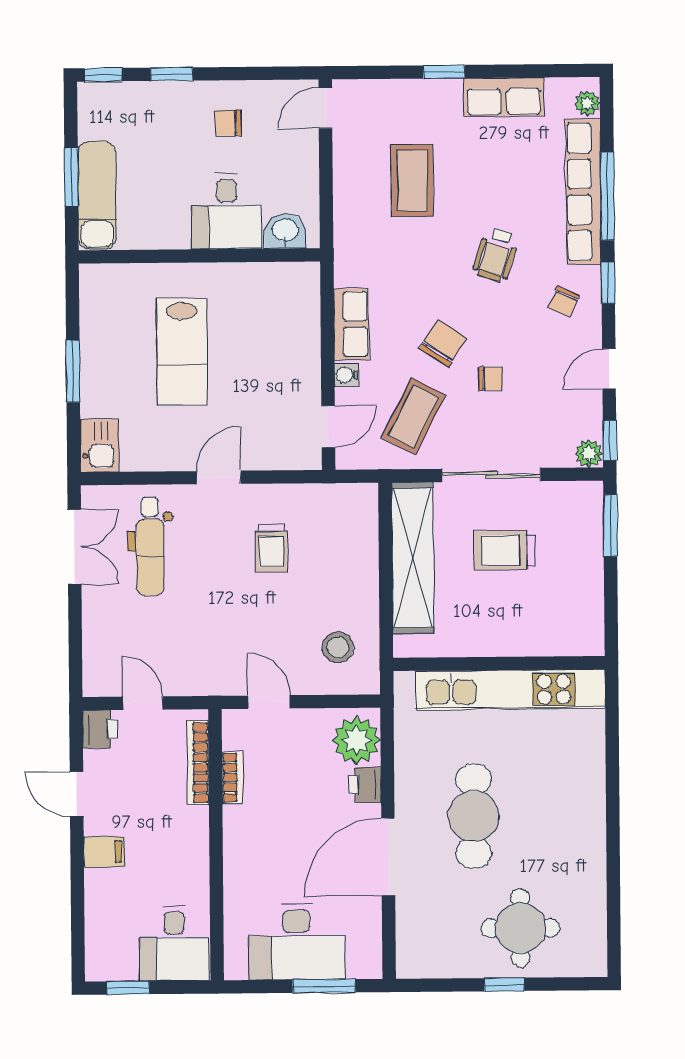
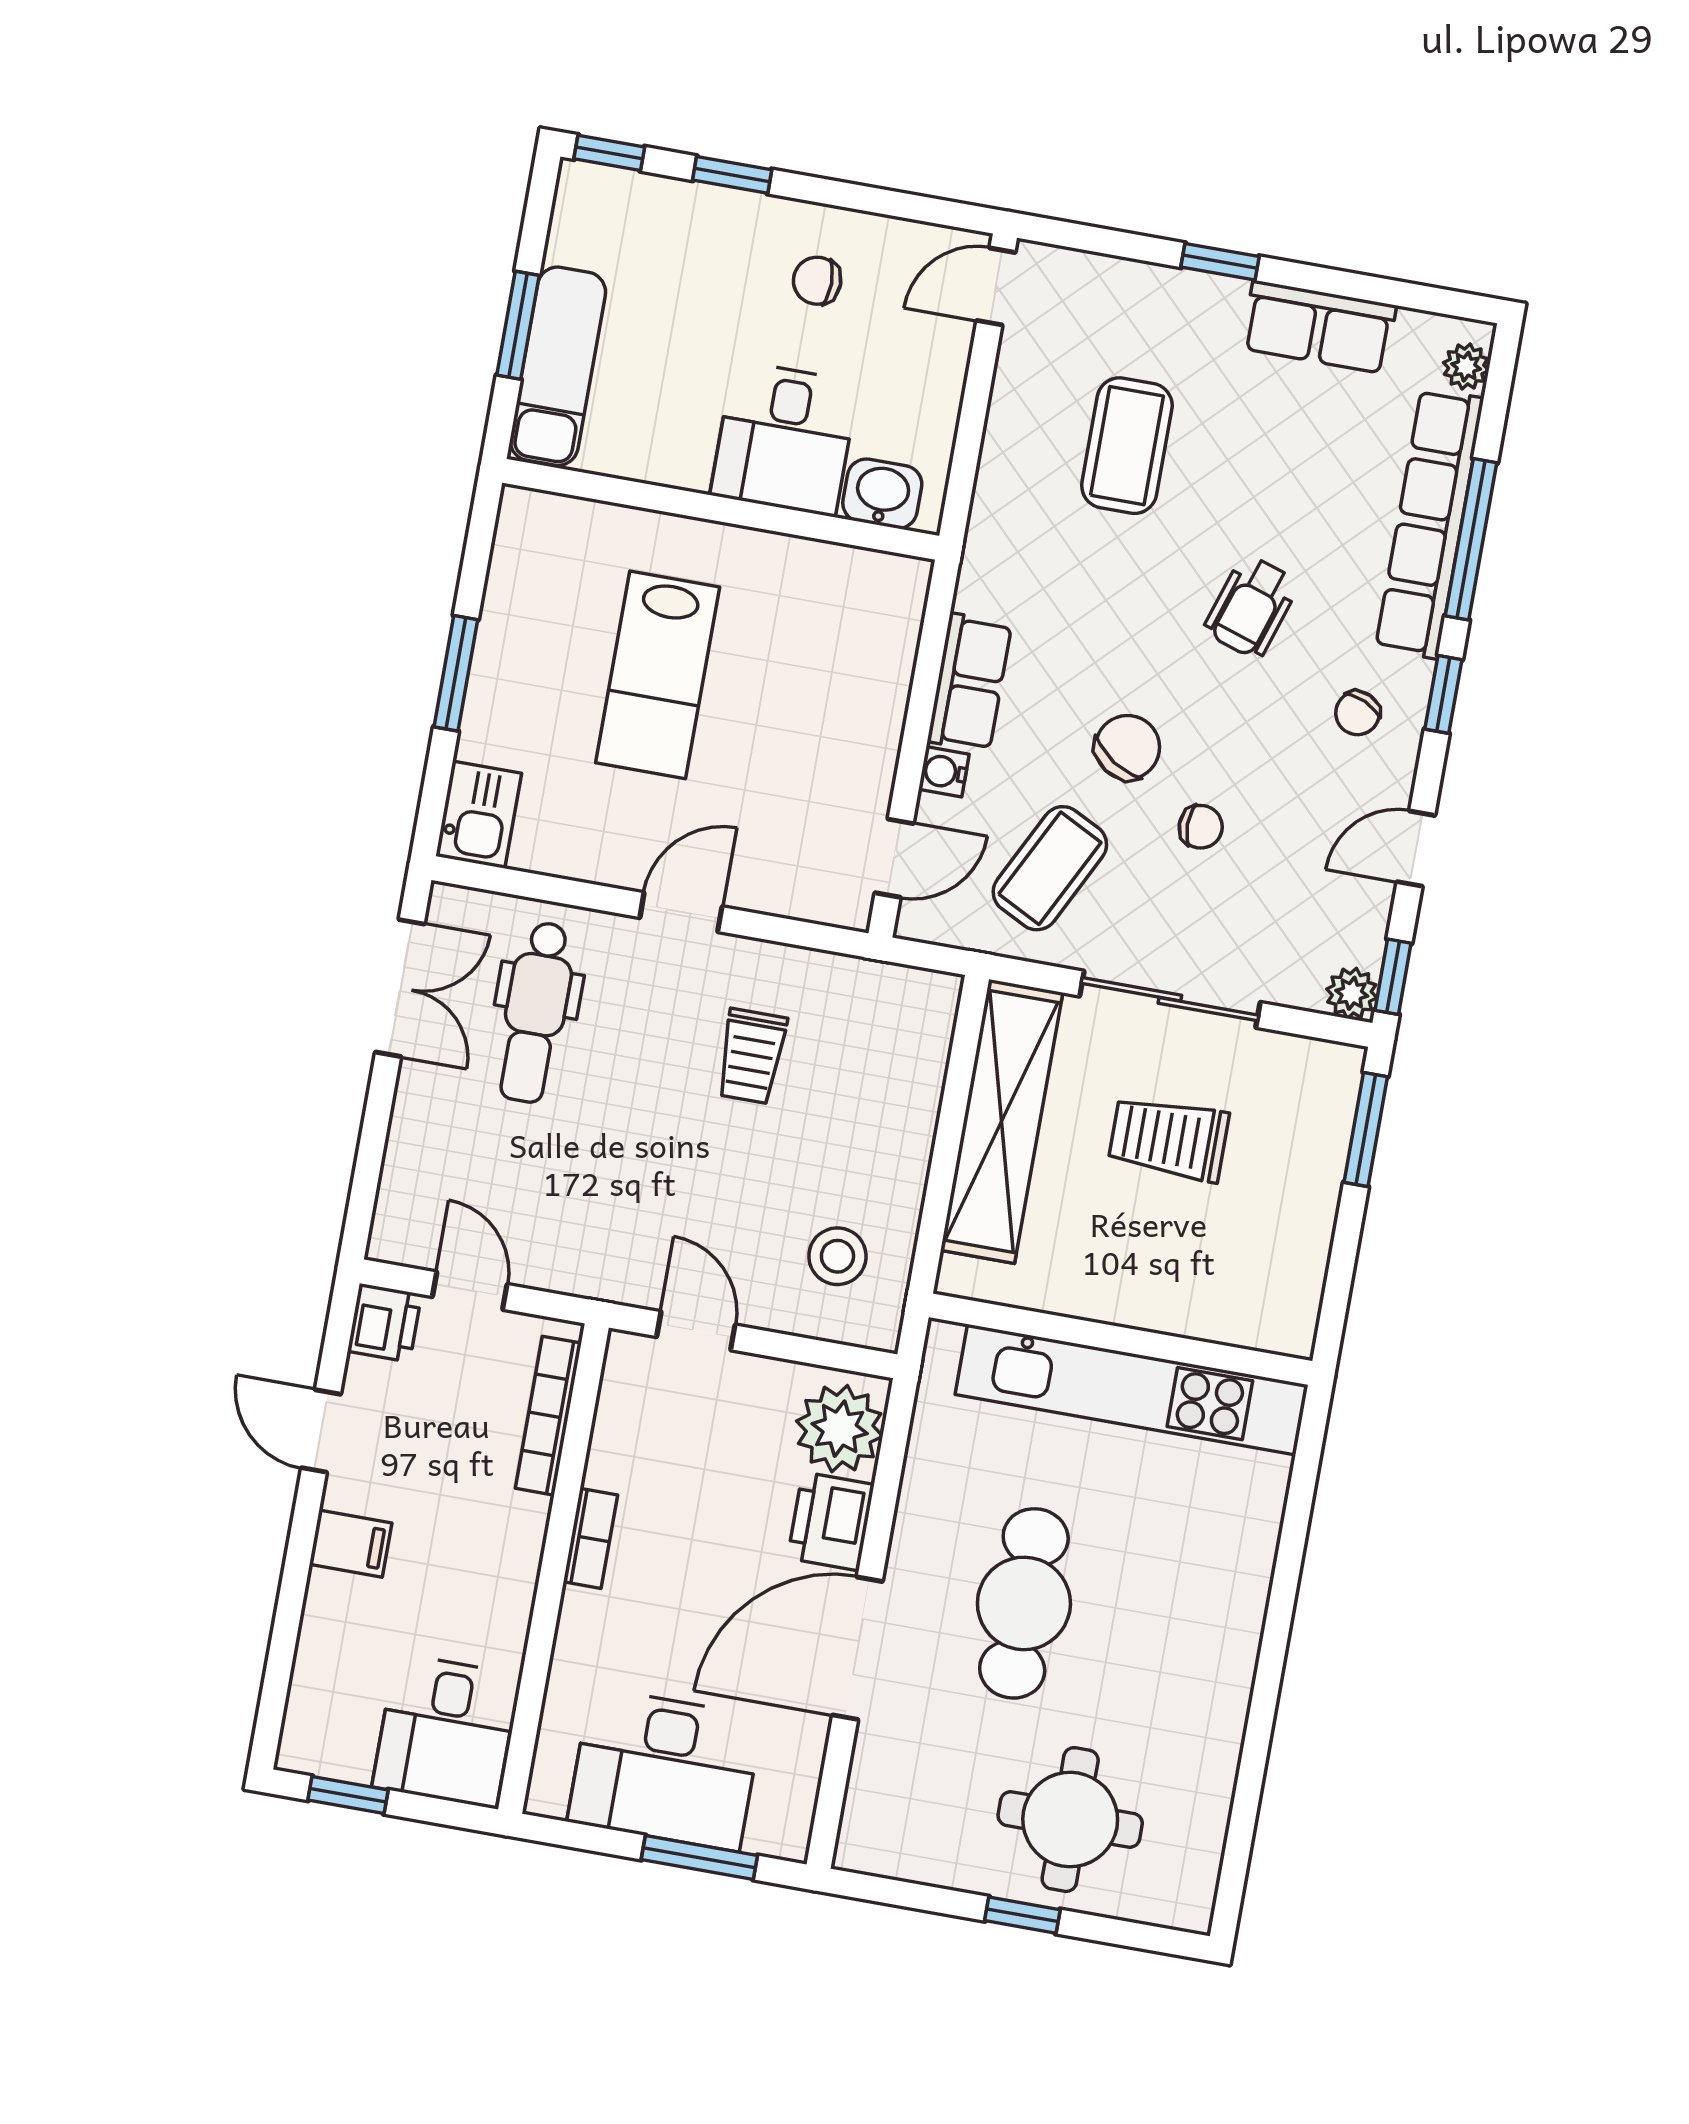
bookcase: (233, 778) -> (590, 1538), moved
printer: (365, 785) -> (831, 1521), width x1.36, depth x1.24

